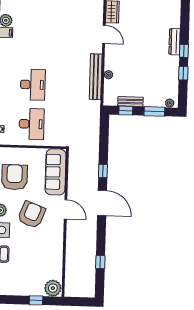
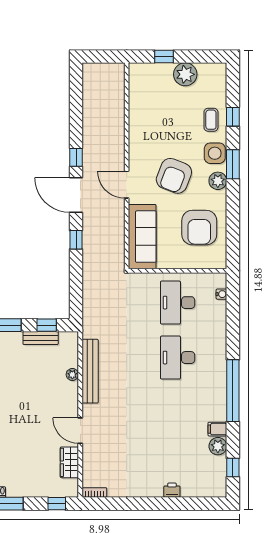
window: (100, 262) -> (76, 157), moved
plant: (53, 288) -> (185, 74), moved

